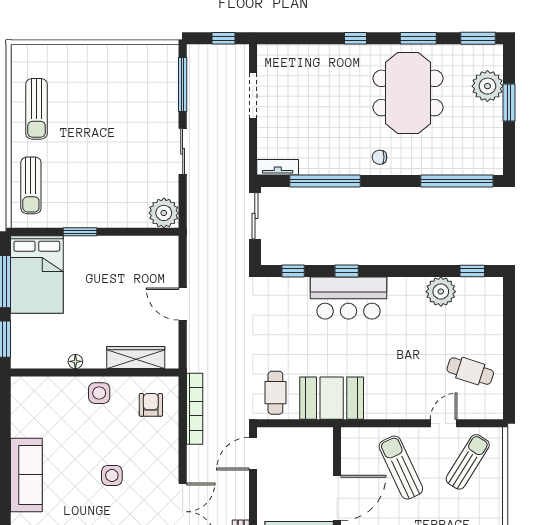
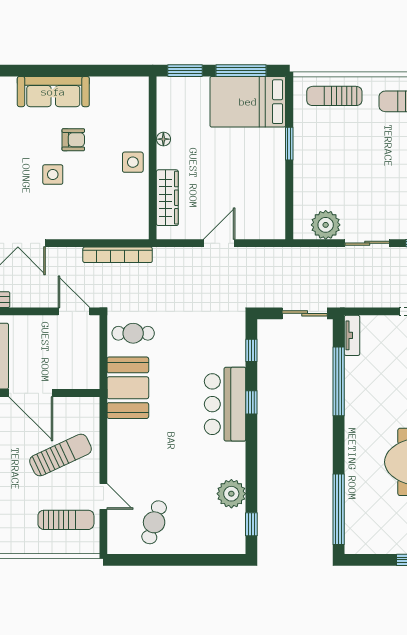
chair: (380, 157) -> (362, 434), removed
plant: (164, 213) -> (326, 225), moved
armchair: (151, 405) -> (73, 140), moved
sun lounger: (468, 462) -> (66, 520), turned -32

